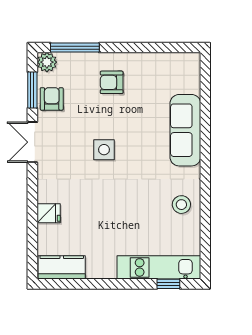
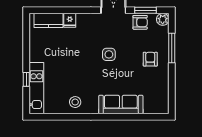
window: (75, 48) -> (172, 48), moved
kitchen counter: (62, 267) -> (48, 20), moved, turned 90
window: (168, 284) -> (26, 79), moved

